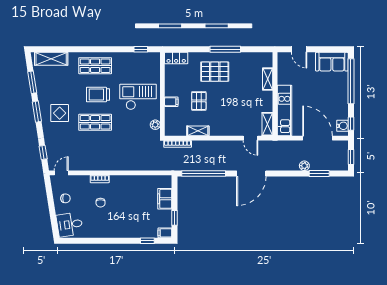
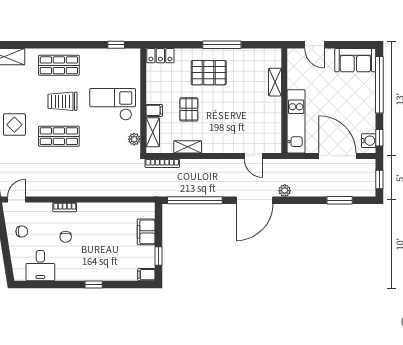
shelving: (267, 124) -> (153, 132), moved
plant: (304, 166) -> (285, 191), moved
desk: (70, 225) -> (40, 266), moved, turned -81
window: (147, 241) -> (94, 285), moved

